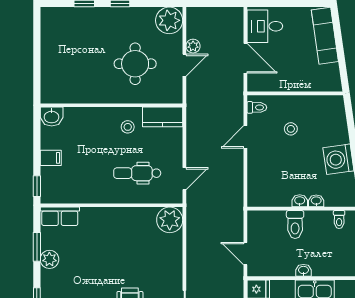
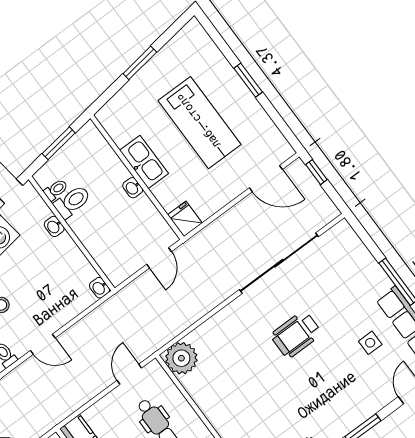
door: (184, 179) -> (129, 374), hinge flipped
washbasin: (300, 201) -> (100, 288), moved
toilet: (295, 224) -> (72, 202), moved

